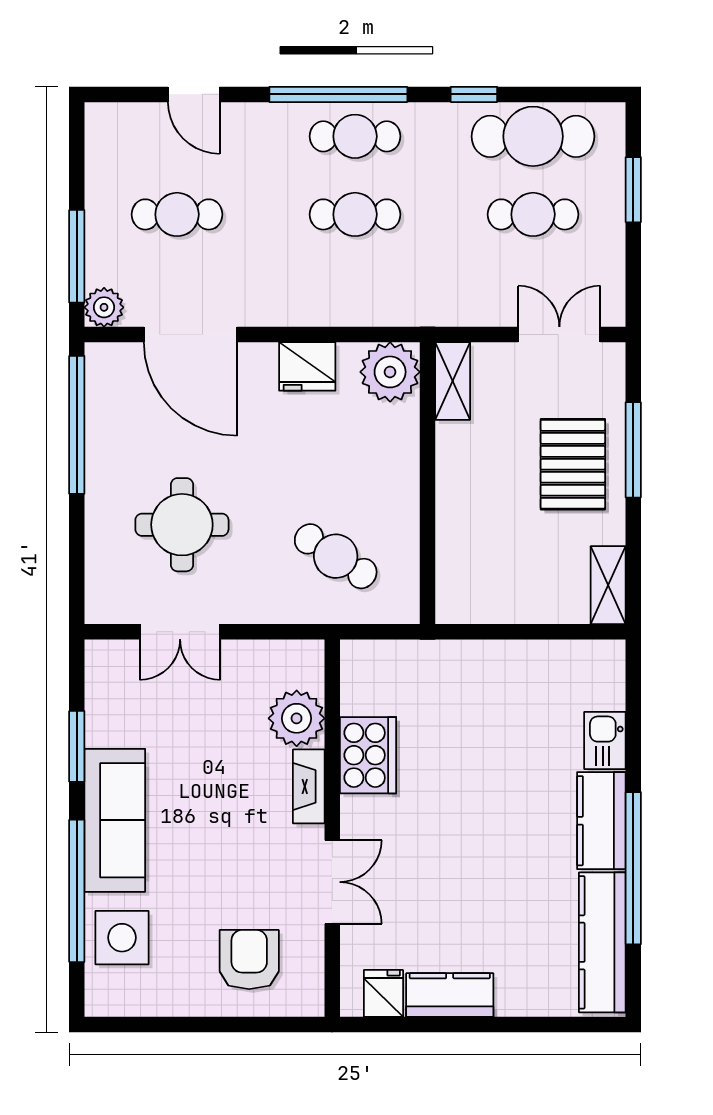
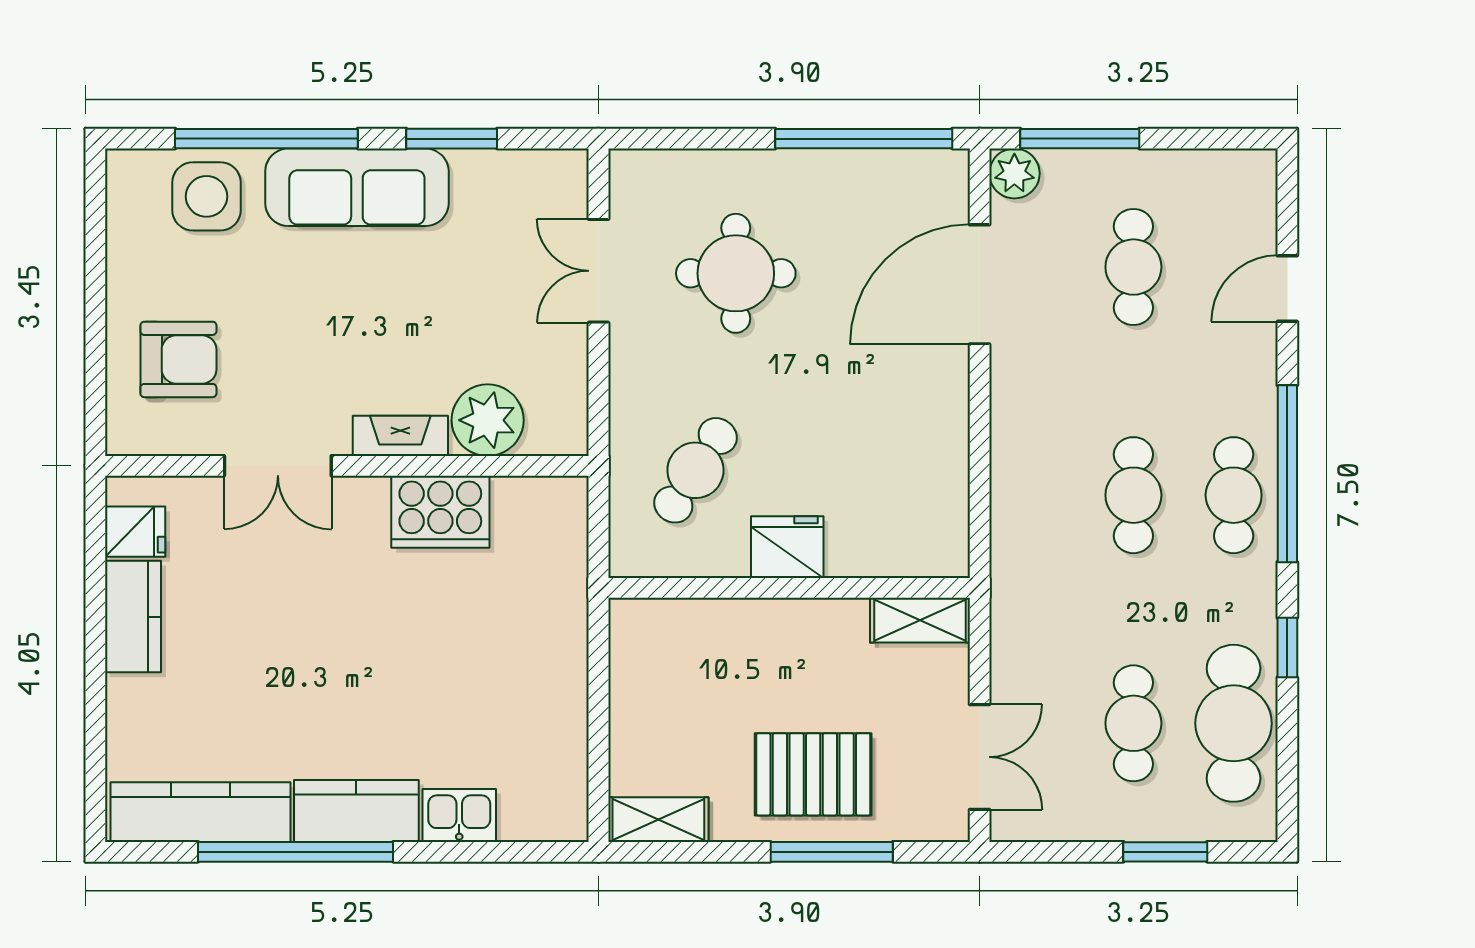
fridge: (307, 366) -> (787, 547), moved, turned 90
plant: (390, 372) -> (932, 540), removed

